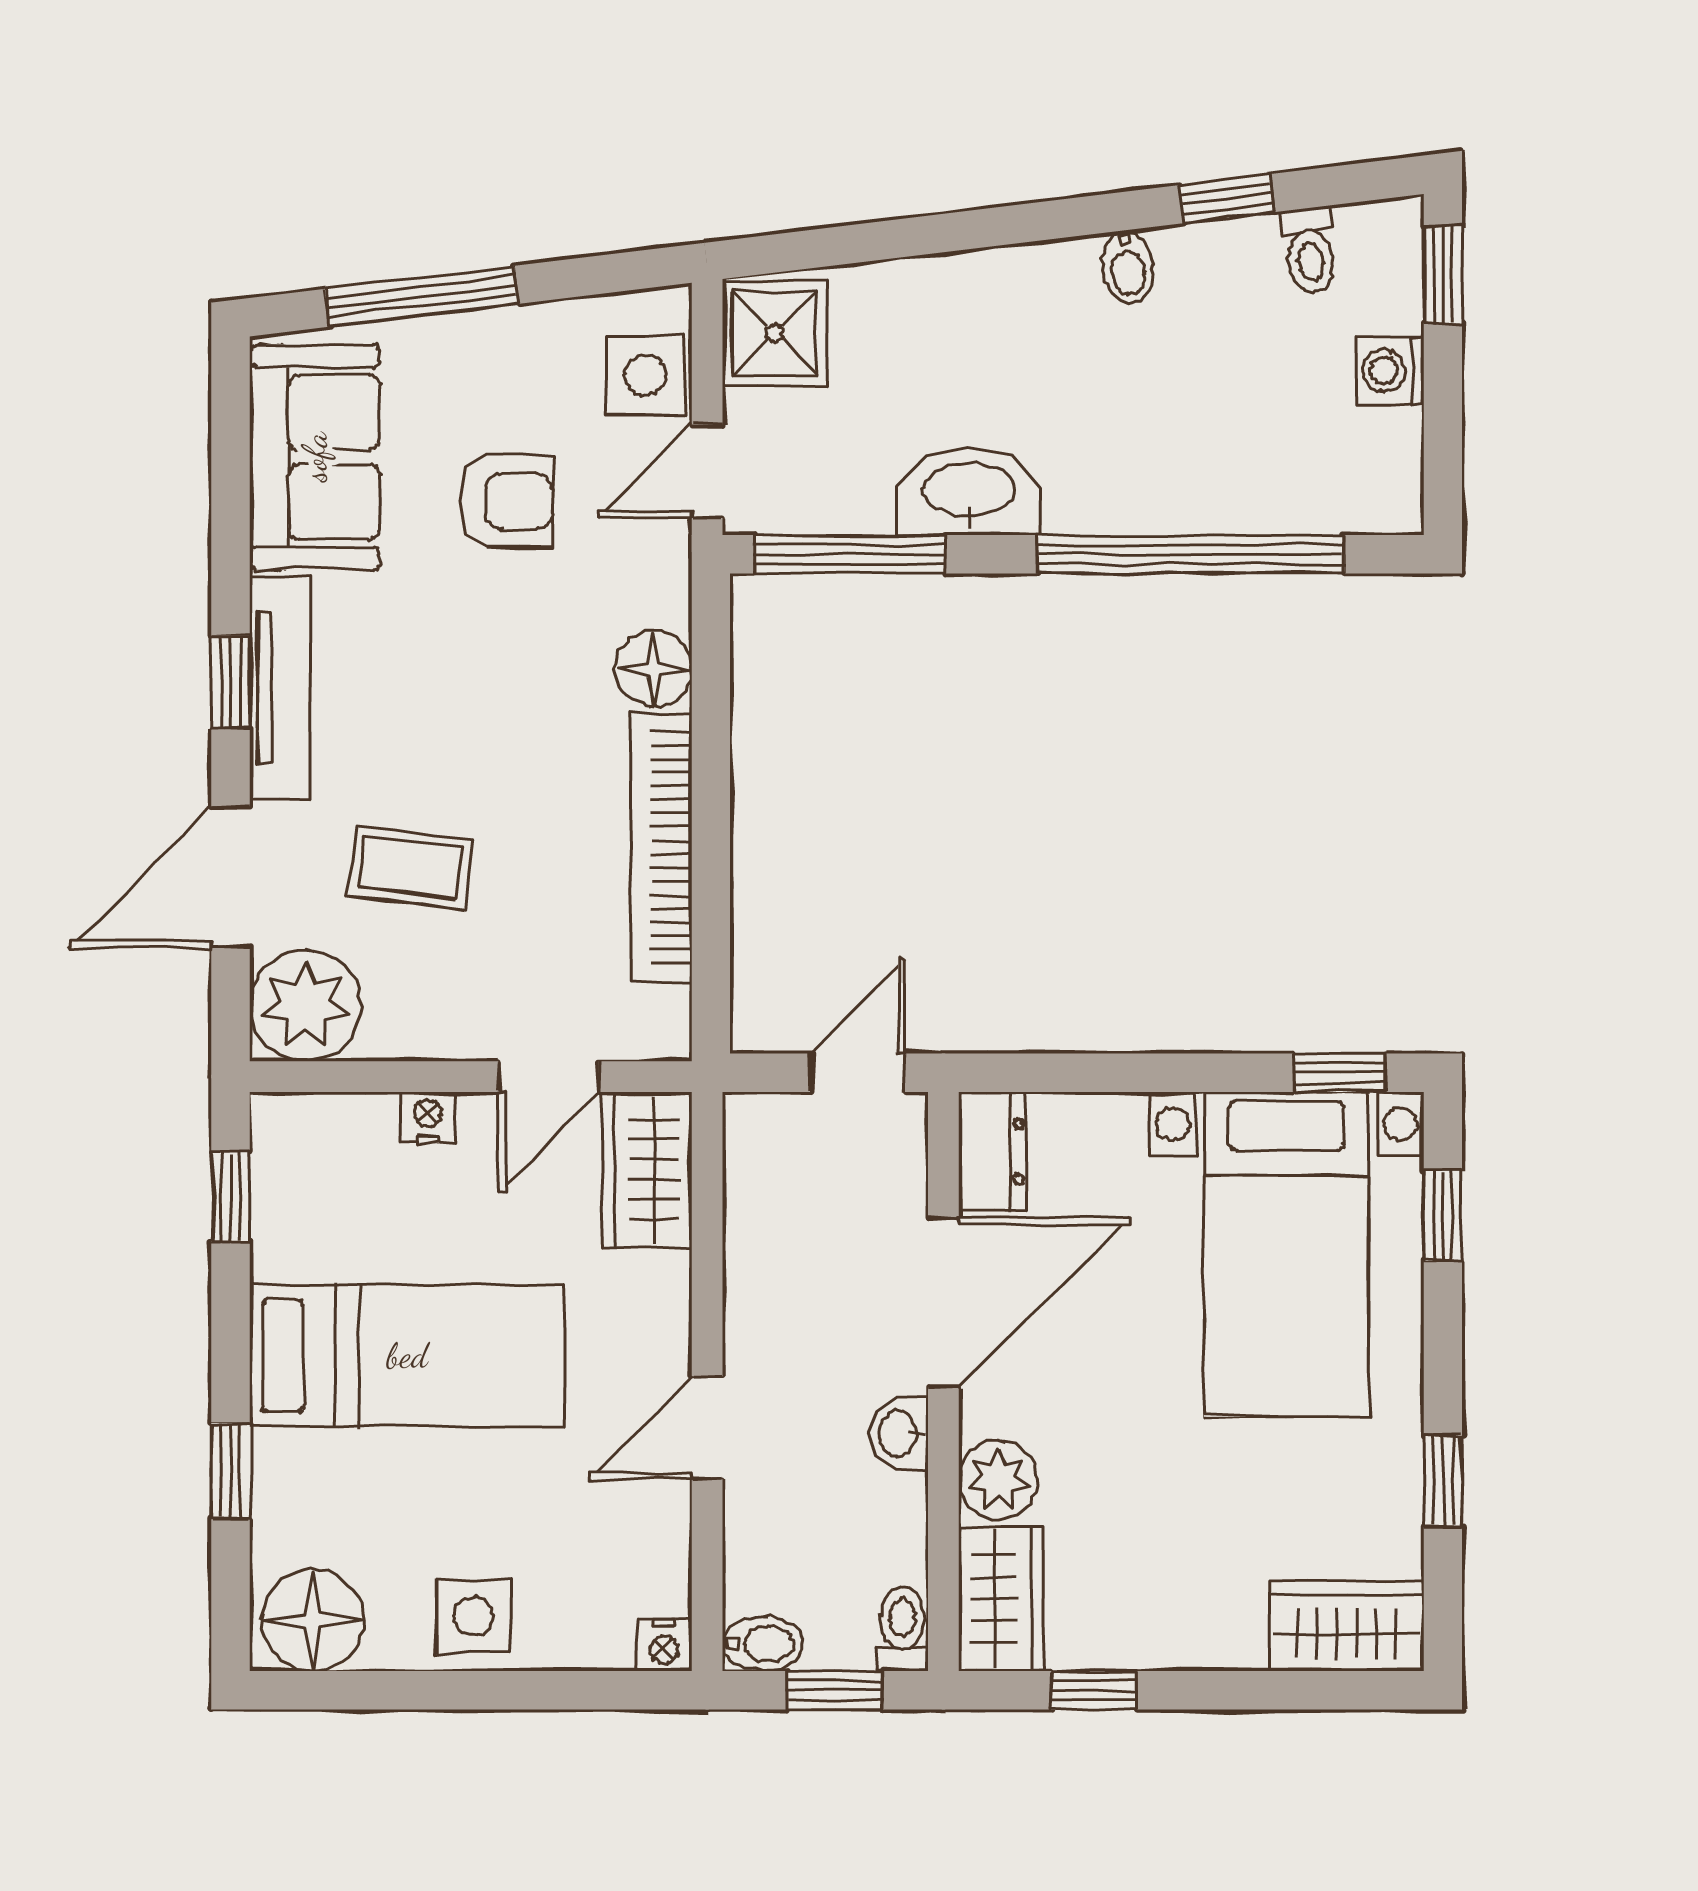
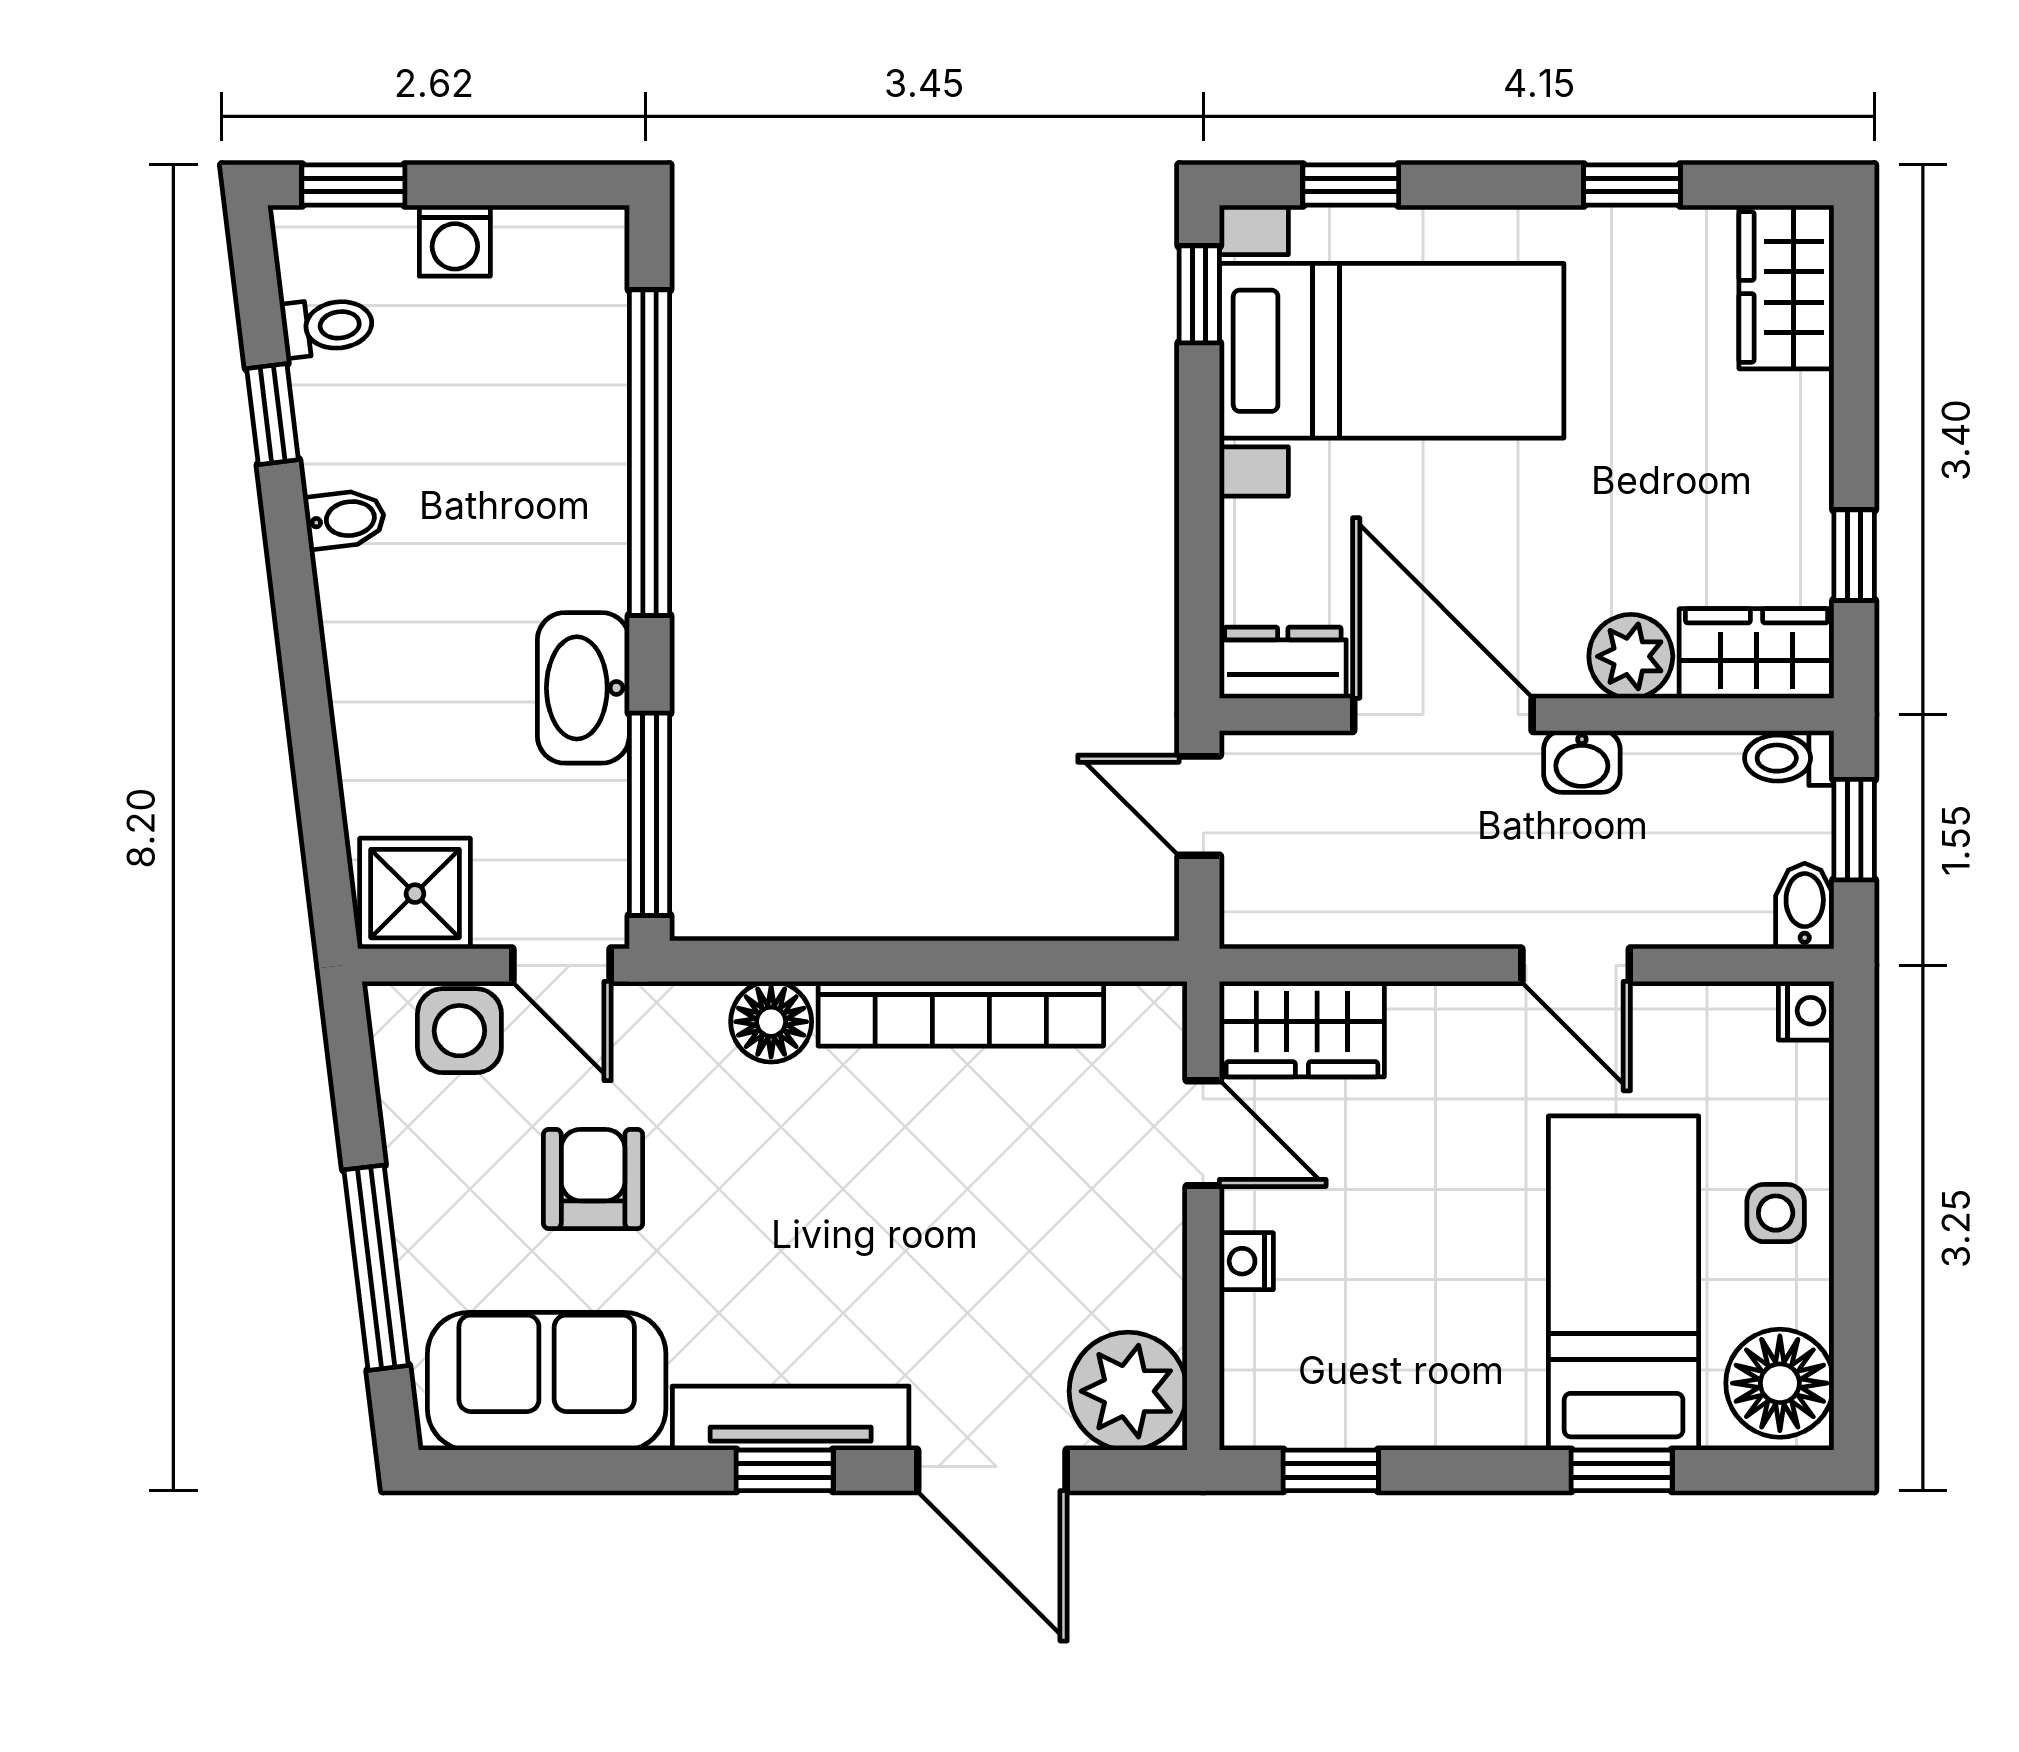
coffee table: (410, 868) -> (982, 1280), removed
bed: (407, 1356) -> (1624, 1283), moved
side table: (473, 1616) -> (1776, 1213), width x0.73, depth x0.73

